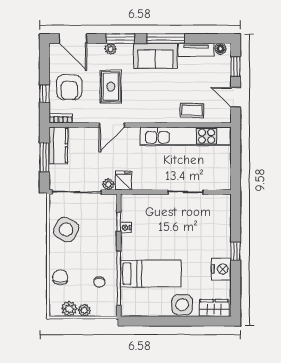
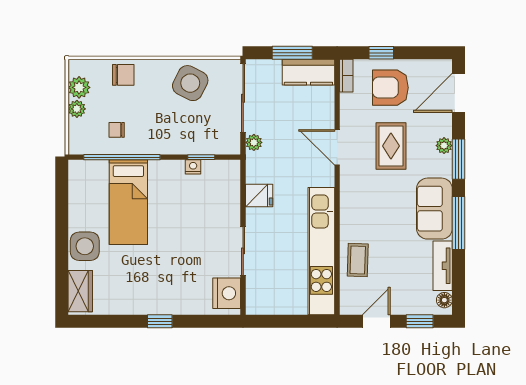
rug: (111, 87) -> (391, 146), turned 90
fridge: (123, 181) -> (259, 196), moved
nightstand: (221, 269) -> (227, 293), moved, turned -90

